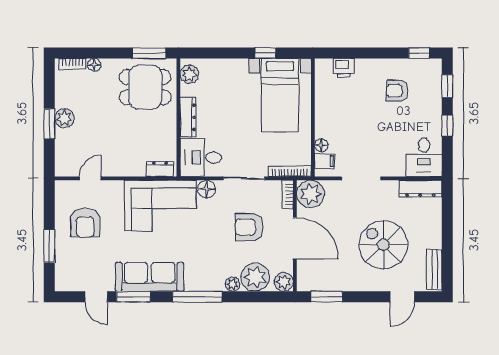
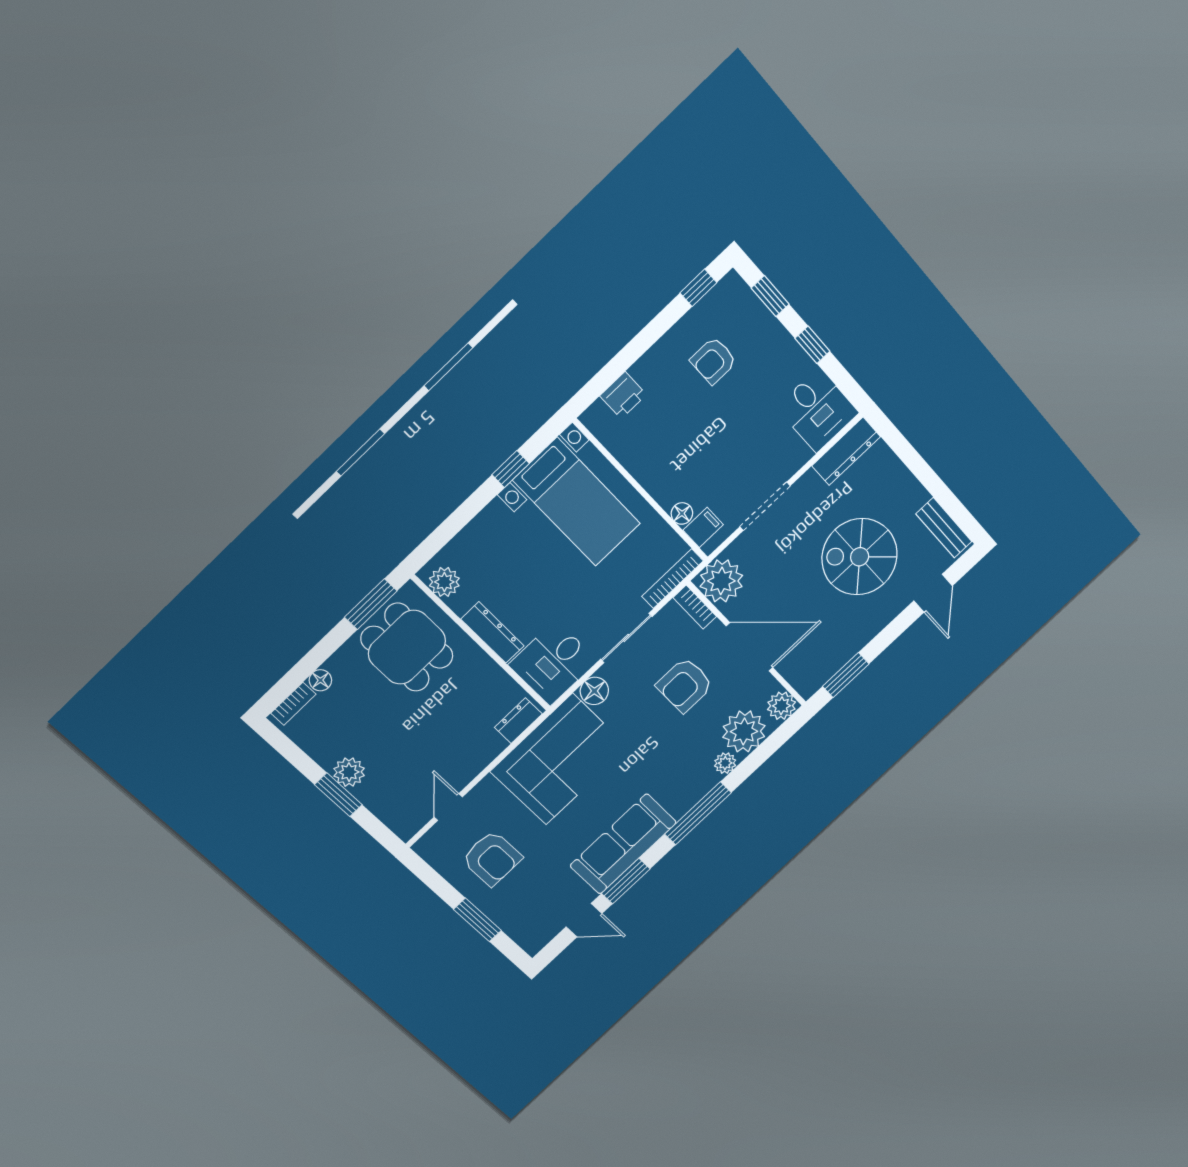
dining table: (145, 87) -> (407, 647), turned 90

